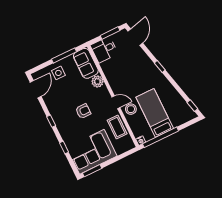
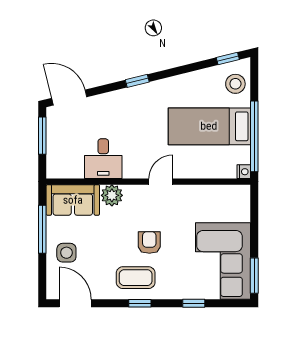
desk: (104, 50) -> (103, 159), moved
stool: (131, 109) -> (235, 84), moved
coffee table: (117, 127) -> (136, 278), moved

